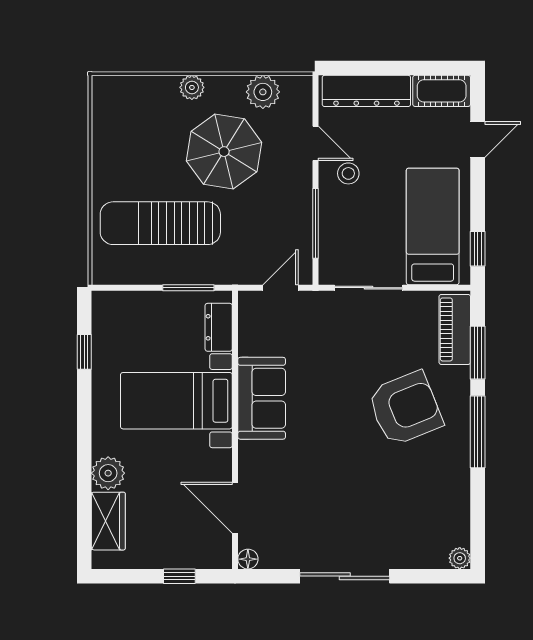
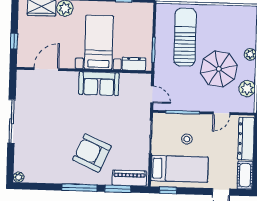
stool: (348, 173) -> (187, 139), moved
armchair: (405, 408) -> (92, 153), turned 136
floor lamp: (248, 559) -> (21, 75), removed

